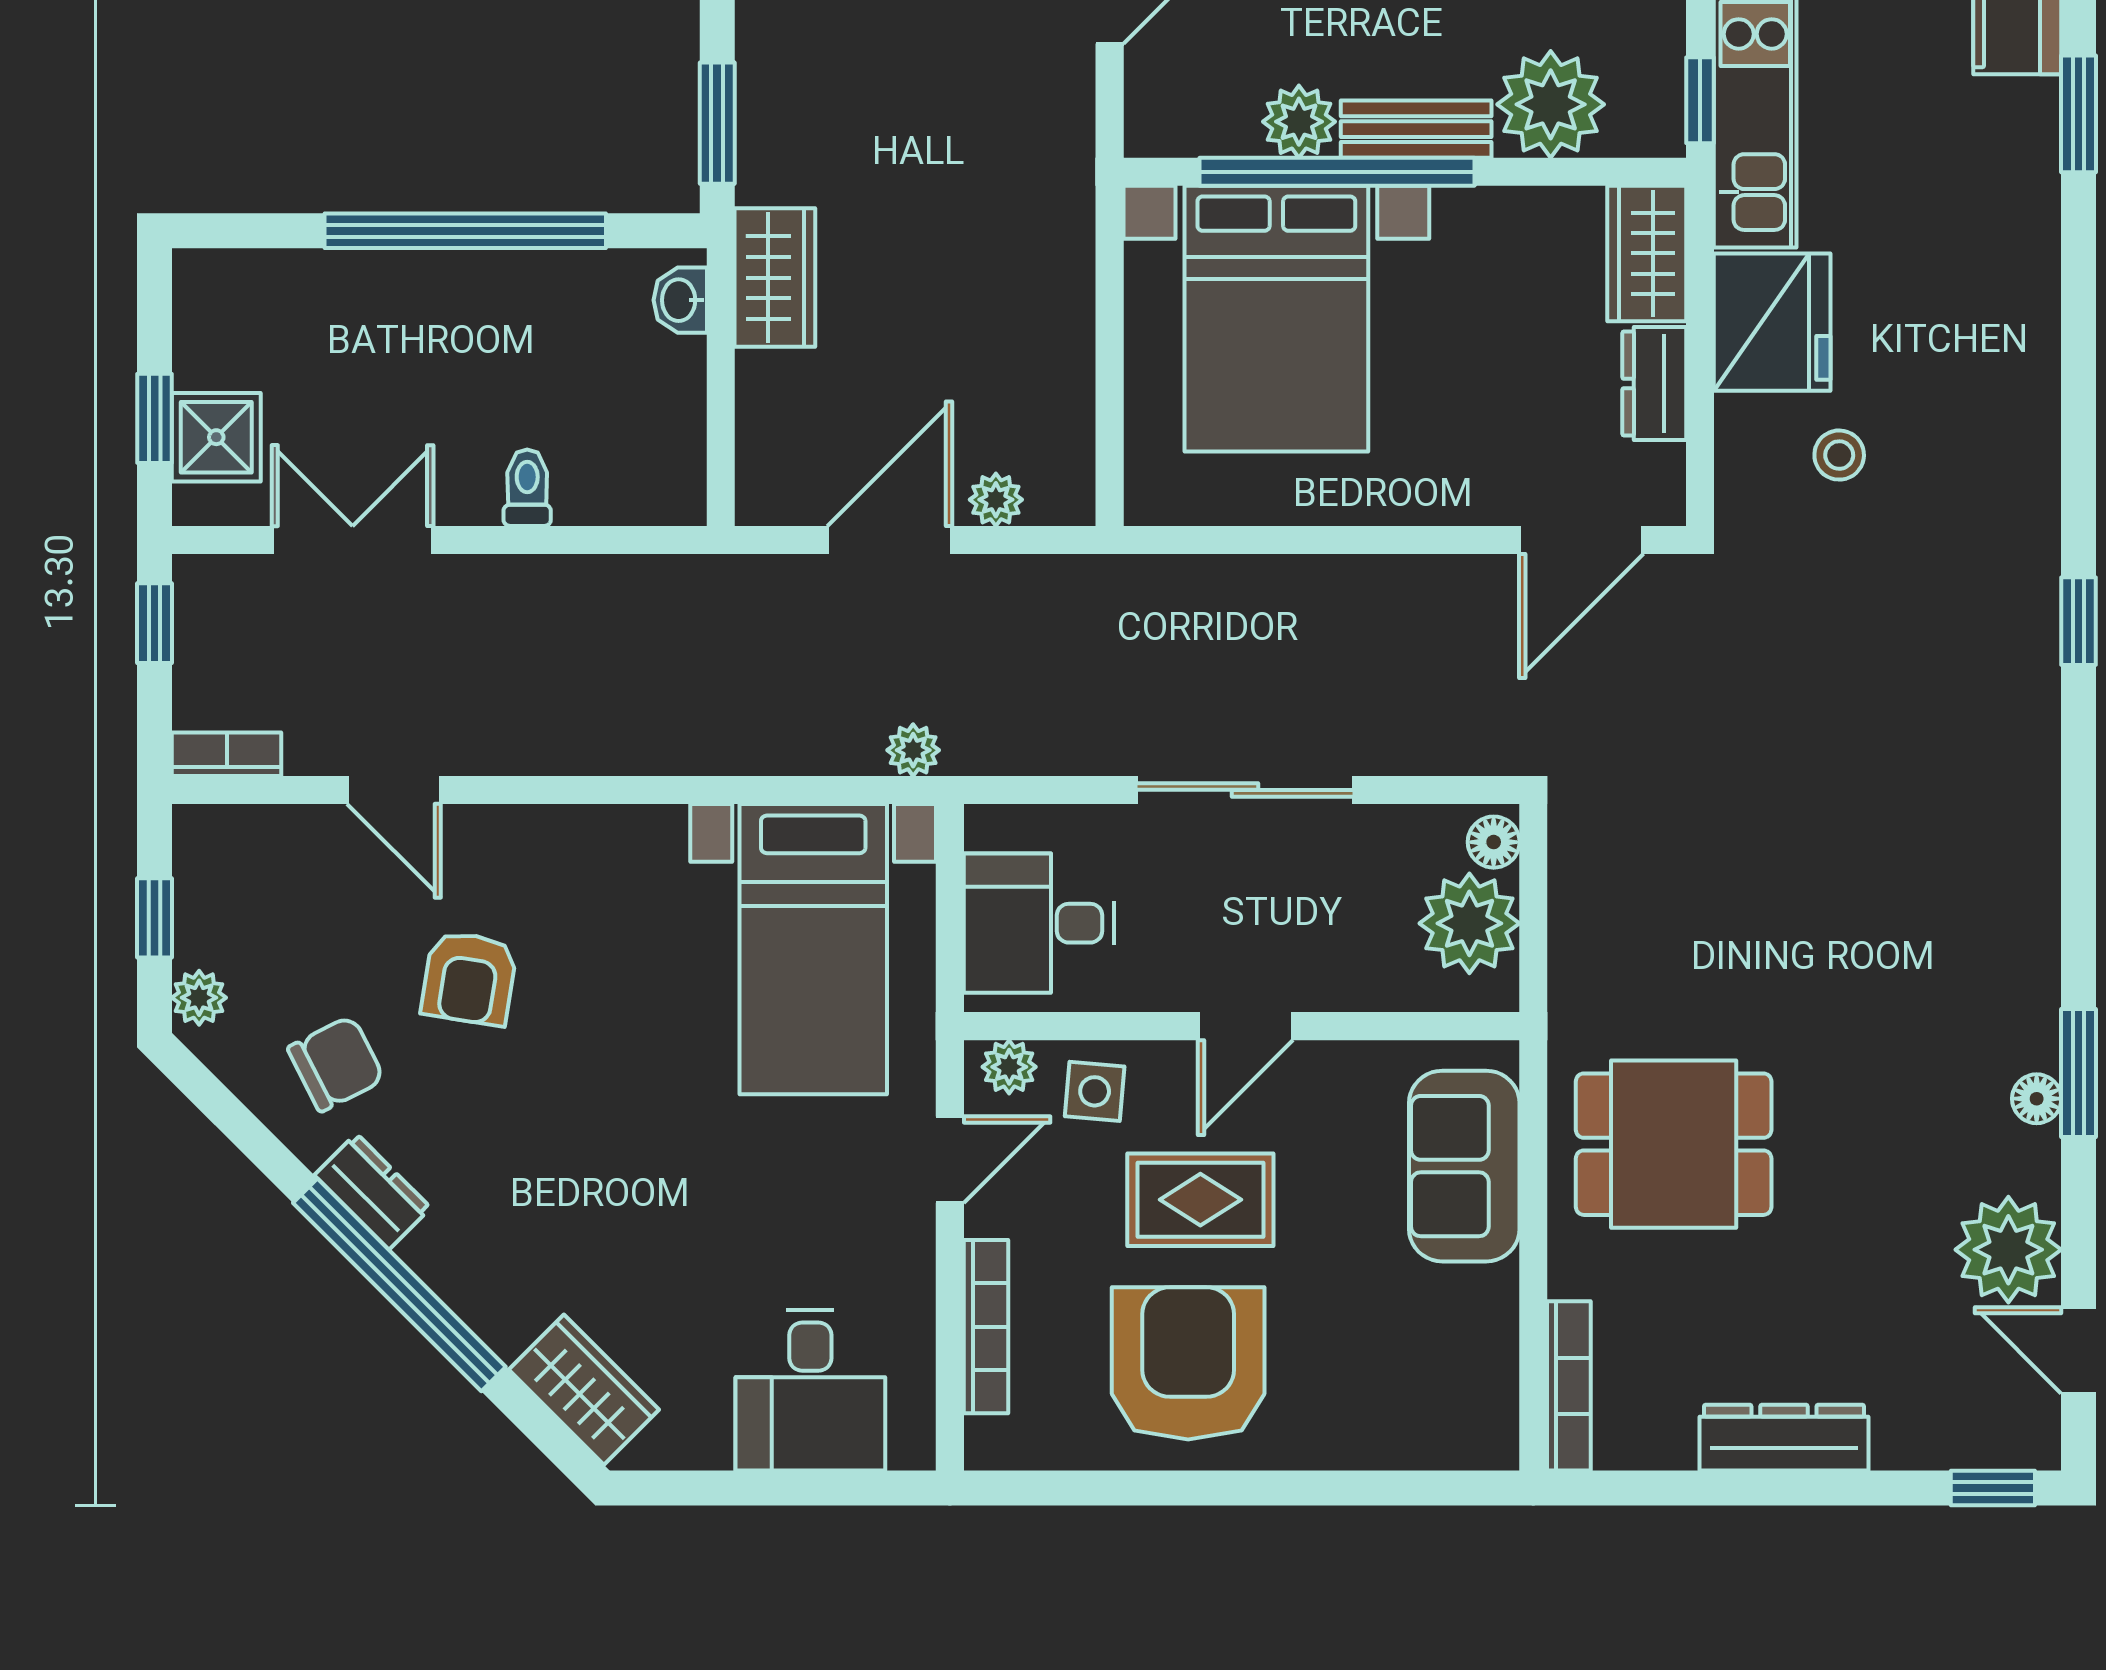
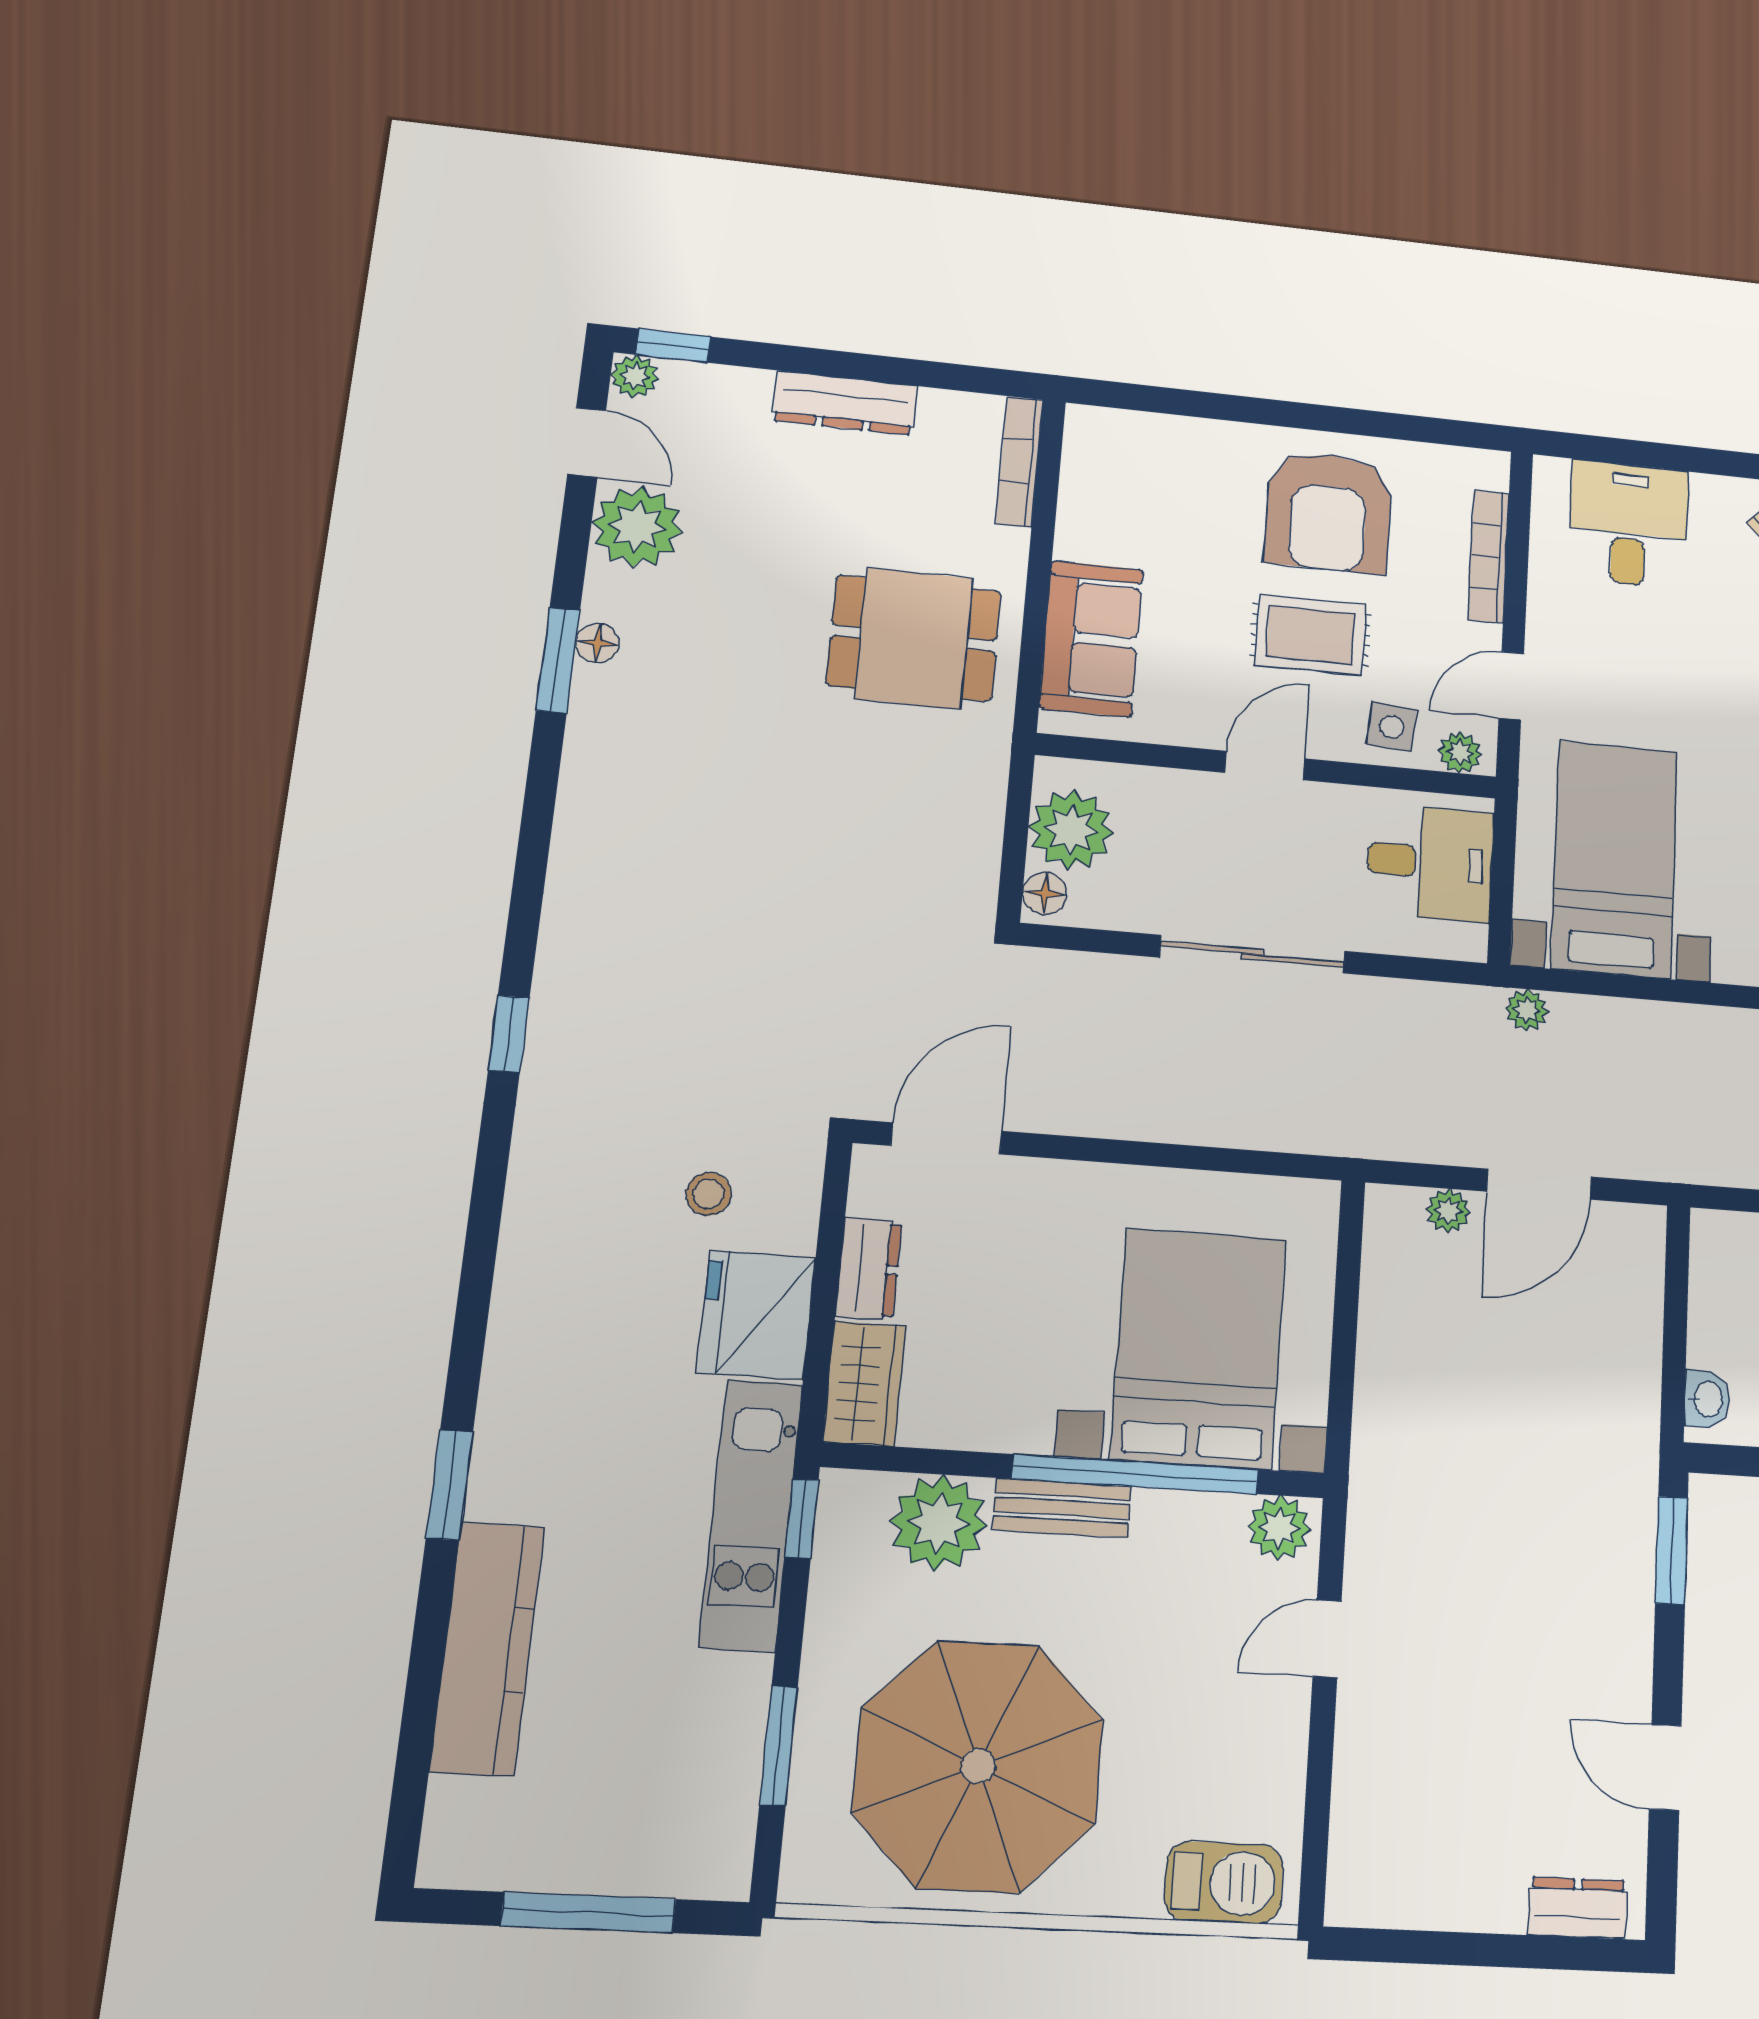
plant: (1299, 122) -> (1279, 1528), moved
wardrobe: (775, 278) -> (1627, 1413), removed
plant: (2033, 1443) -> (635, 376), added

